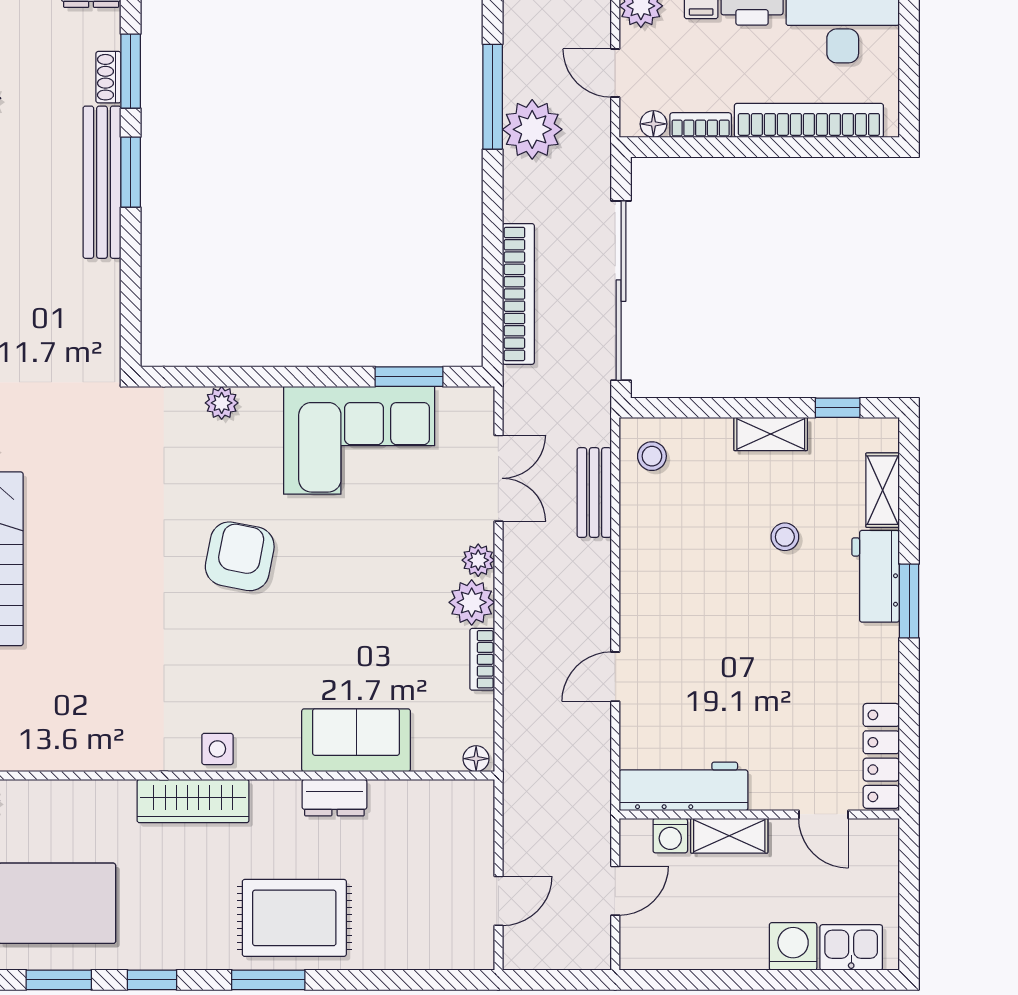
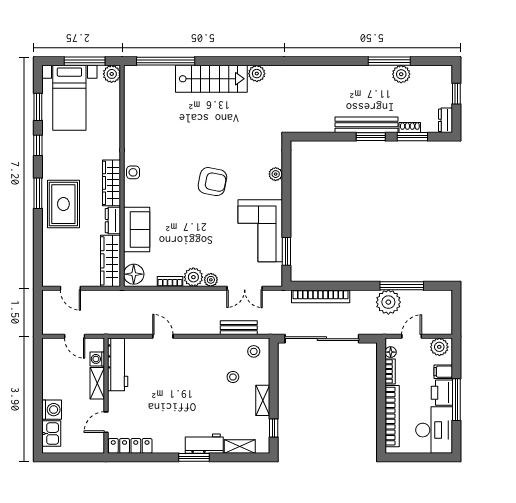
stool: (785, 537) -> (233, 377), moved
floor lamp: (476, 759) -> (134, 274), width x1.89, depth x1.89
wardrobe: (193, 801) -> (112, 183), moved
wardrobe: (432, 804) -> (111, 261), added

